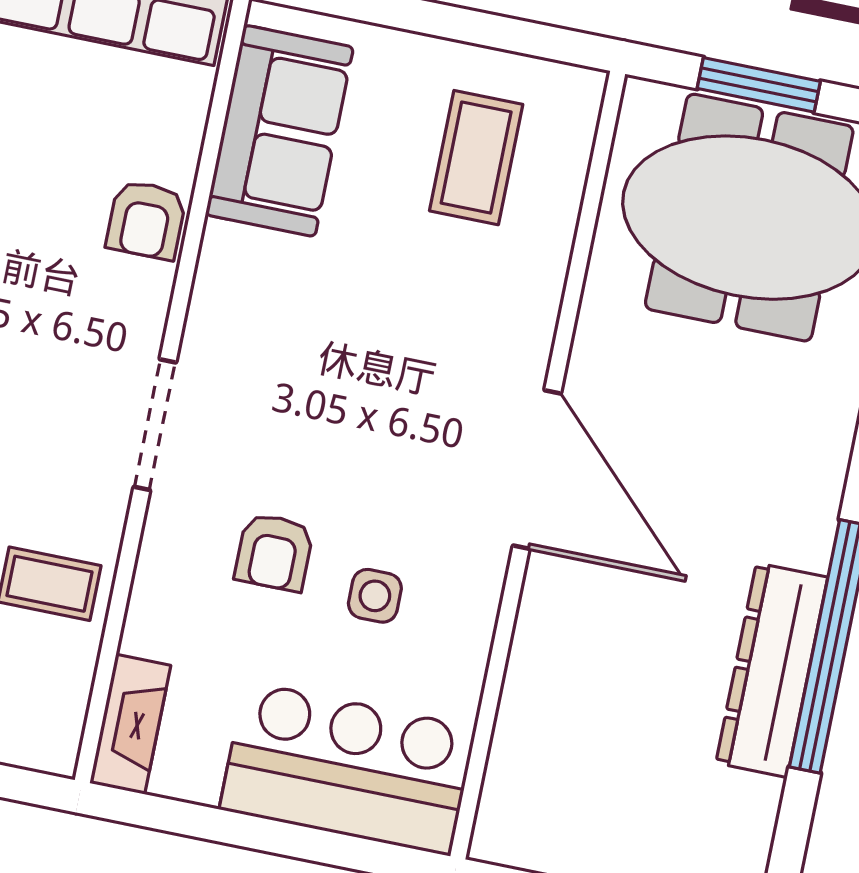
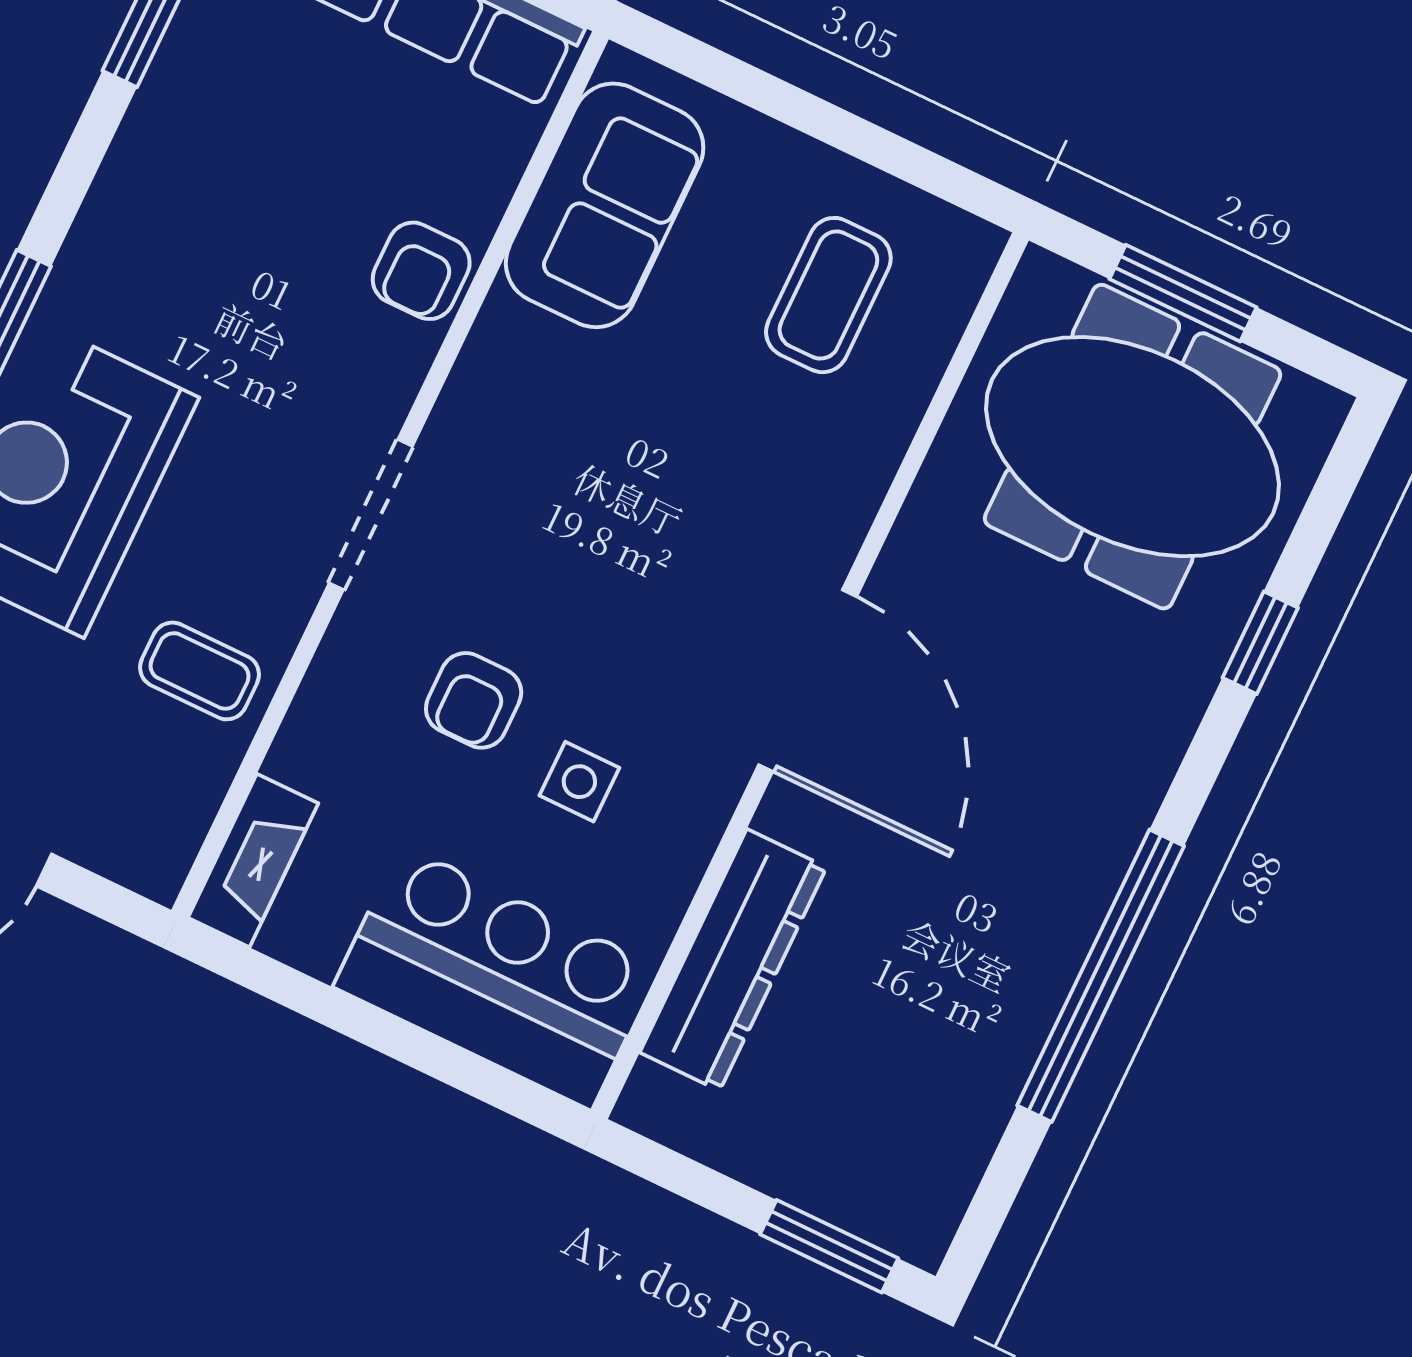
dresser: (772, 670) -> (733, 960), moved, turned 180

